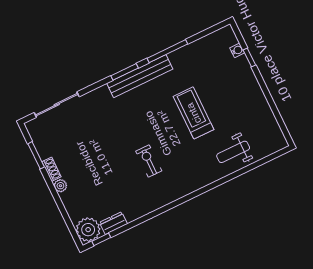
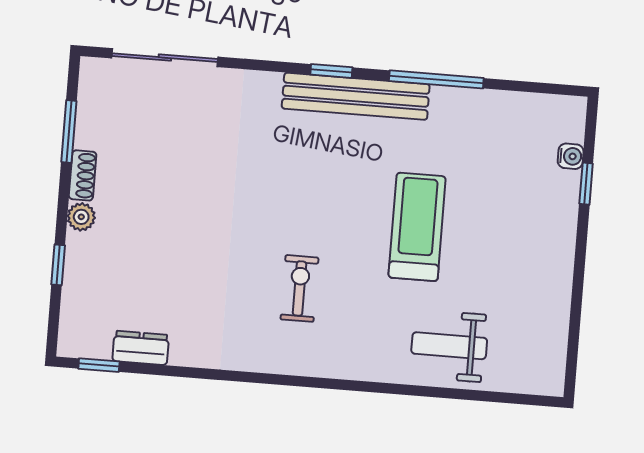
window: (125, 72) -> (331, 71), width x0.67
exercise bike: (149, 161) -> (299, 288), moved
window: (62, 210) -> (58, 265), added
plant: (88, 230) -> (85, 332), removed

